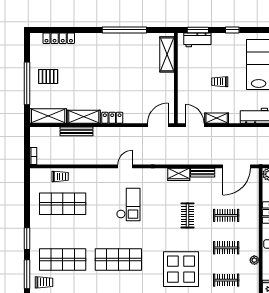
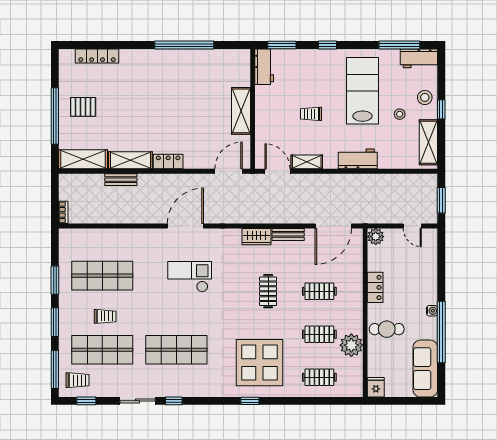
workbench: (197, 40) -> (264, 67), moved, turned -90
shelving: (167, 54) -> (241, 111), moved
bench: (77, 131) -> (121, 180), width x0.73
door: (125, 166) -> (185, 226), width x1.88
trolley: (60, 176) -> (105, 316), moved
checkout: (128, 205) -> (190, 277), turned -90
window: (27, 207) -> (55, 280), added
plant: (254, 260) -> (351, 345), width x1.88, depth x1.88

